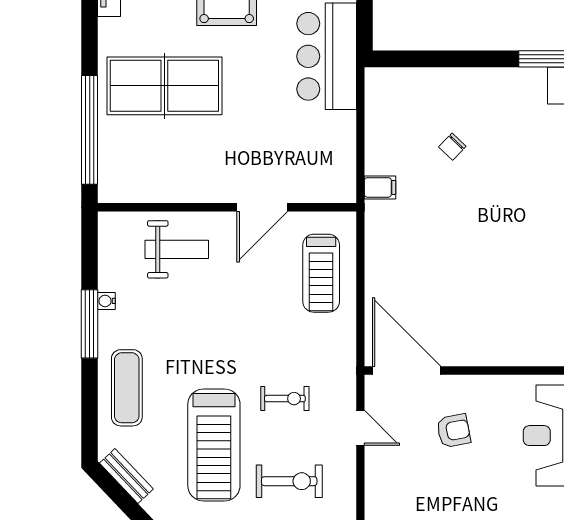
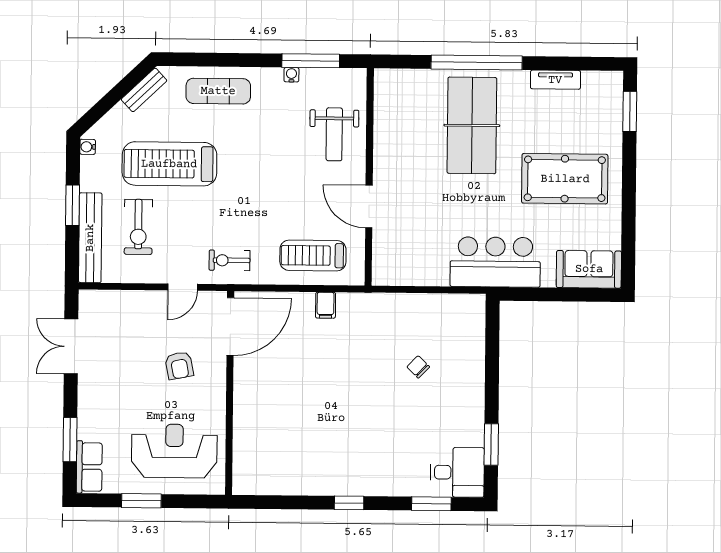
window: (90, 130) -> (477, 62), moved
filing cabinet: (380, 187) -> (326, 305), moved
window: (90, 324) -> (311, 61), moved
exercise bike: (285, 399) -> (230, 260), moved, turned 90

